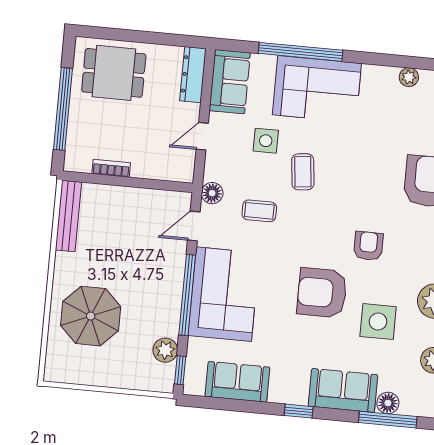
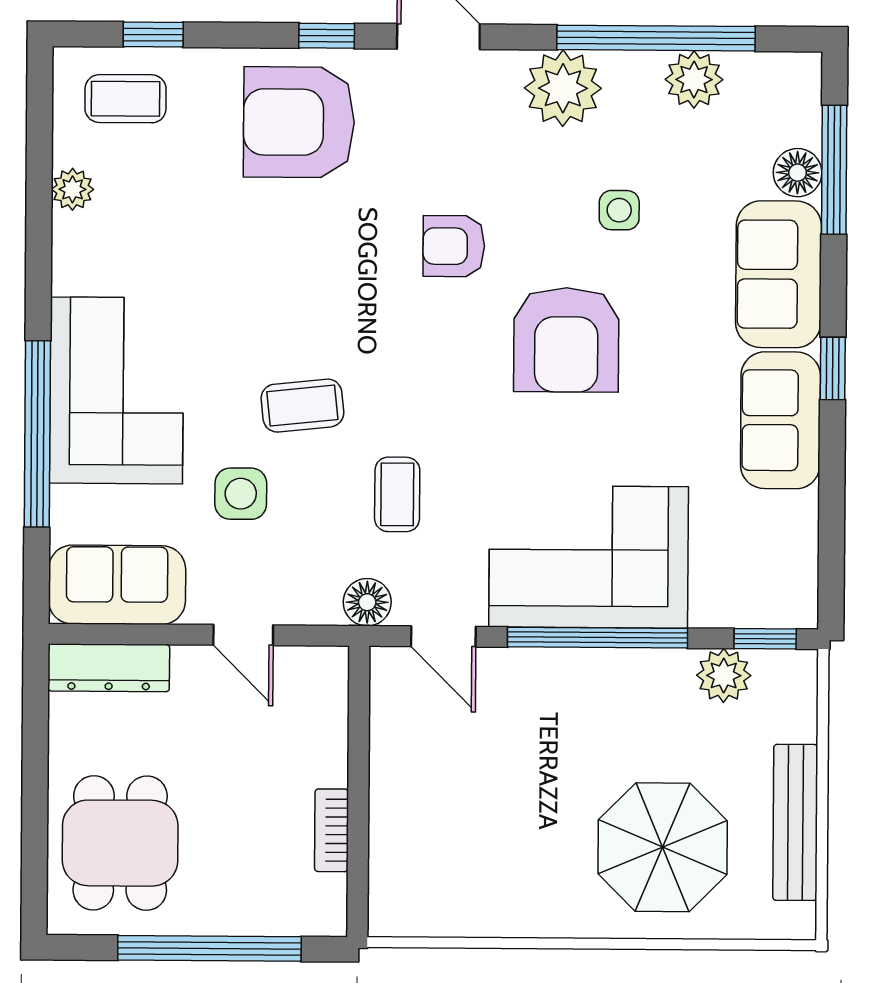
bench: (68, 216) -> (795, 822), moved, turned 90
side table: (378, 322) -> (619, 210), width x0.54, depth x0.54
sofa: (237, 382) -> (780, 420), moved

